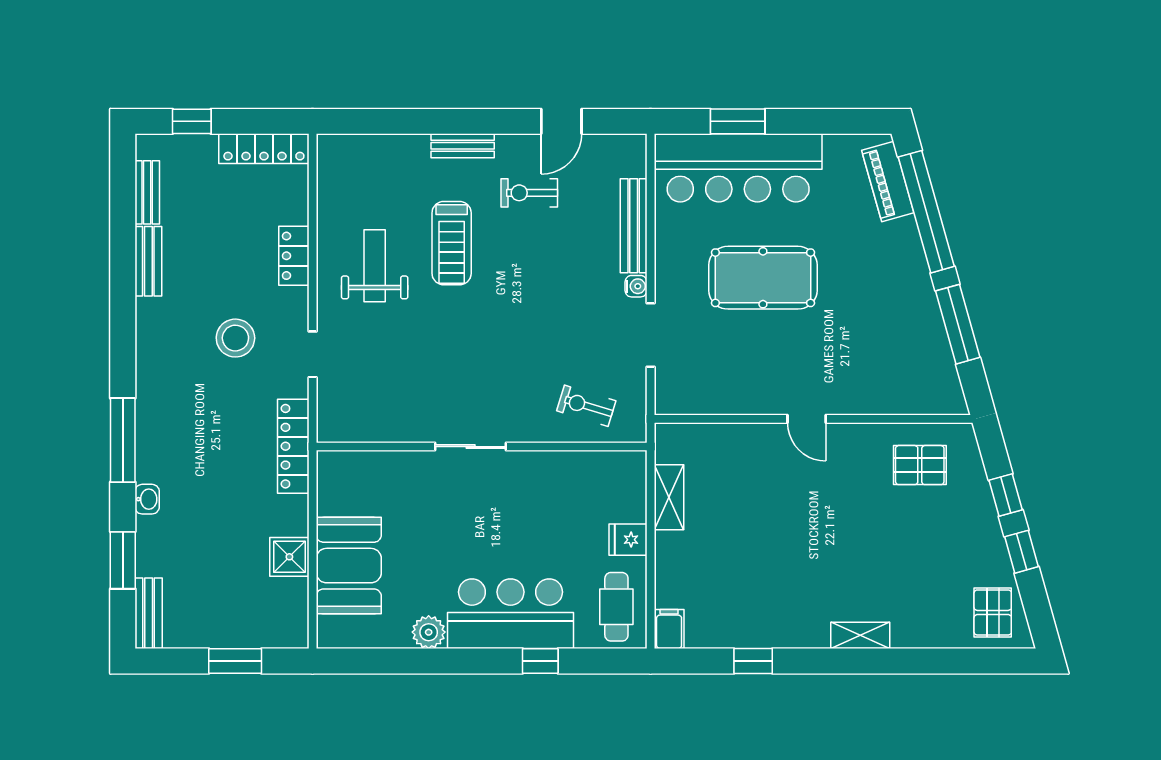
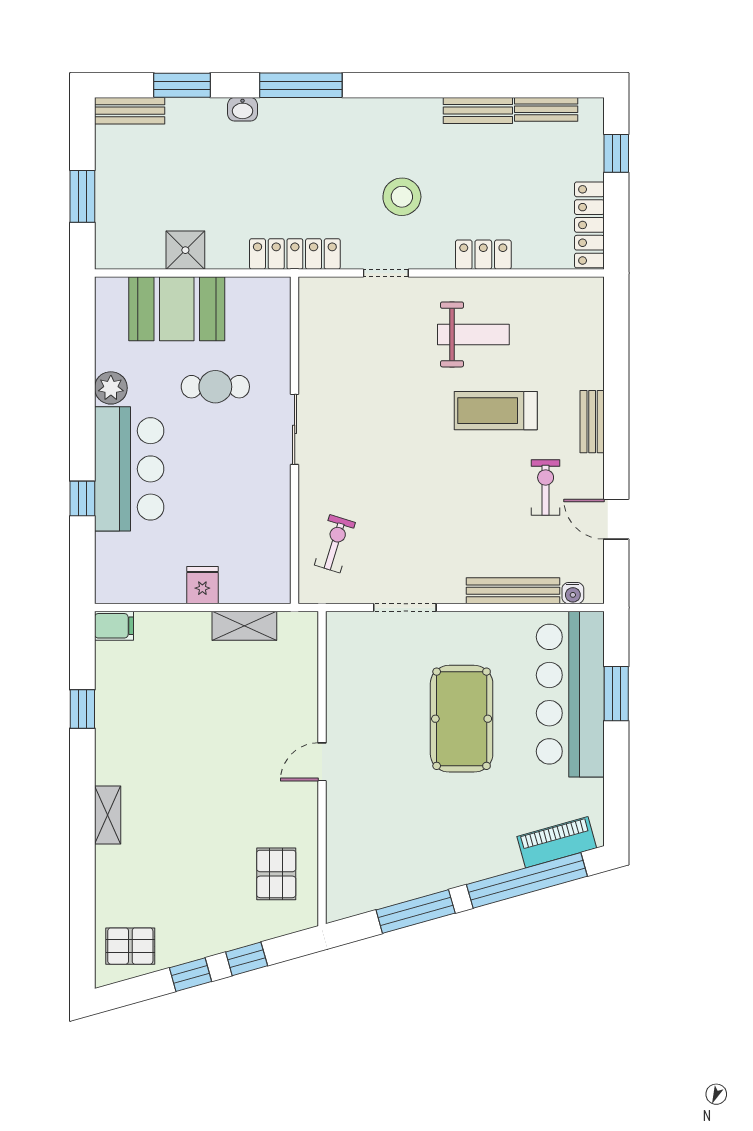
water cooler: (636, 286) -> (573, 593), moved
cafe table: (616, 607) -> (215, 387), moved

